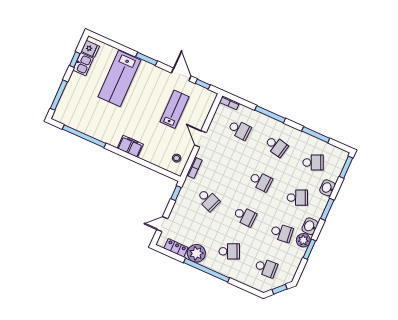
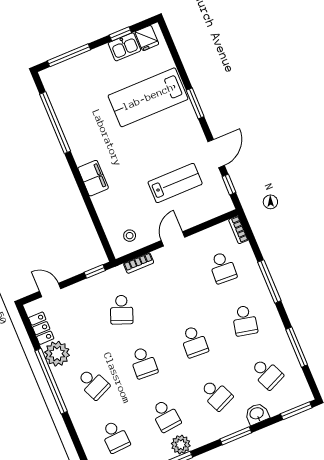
washbasin: (310, 226) -> (201, 437), removed

